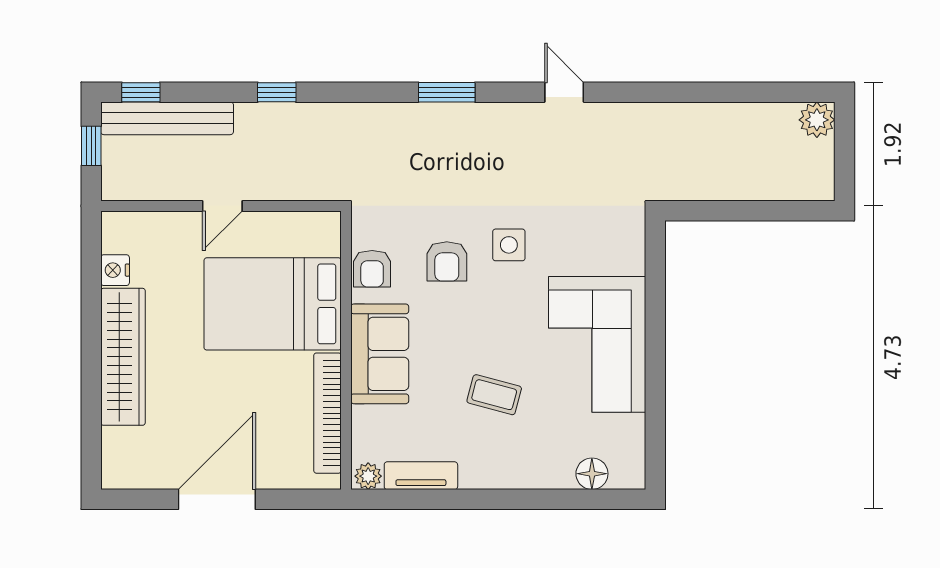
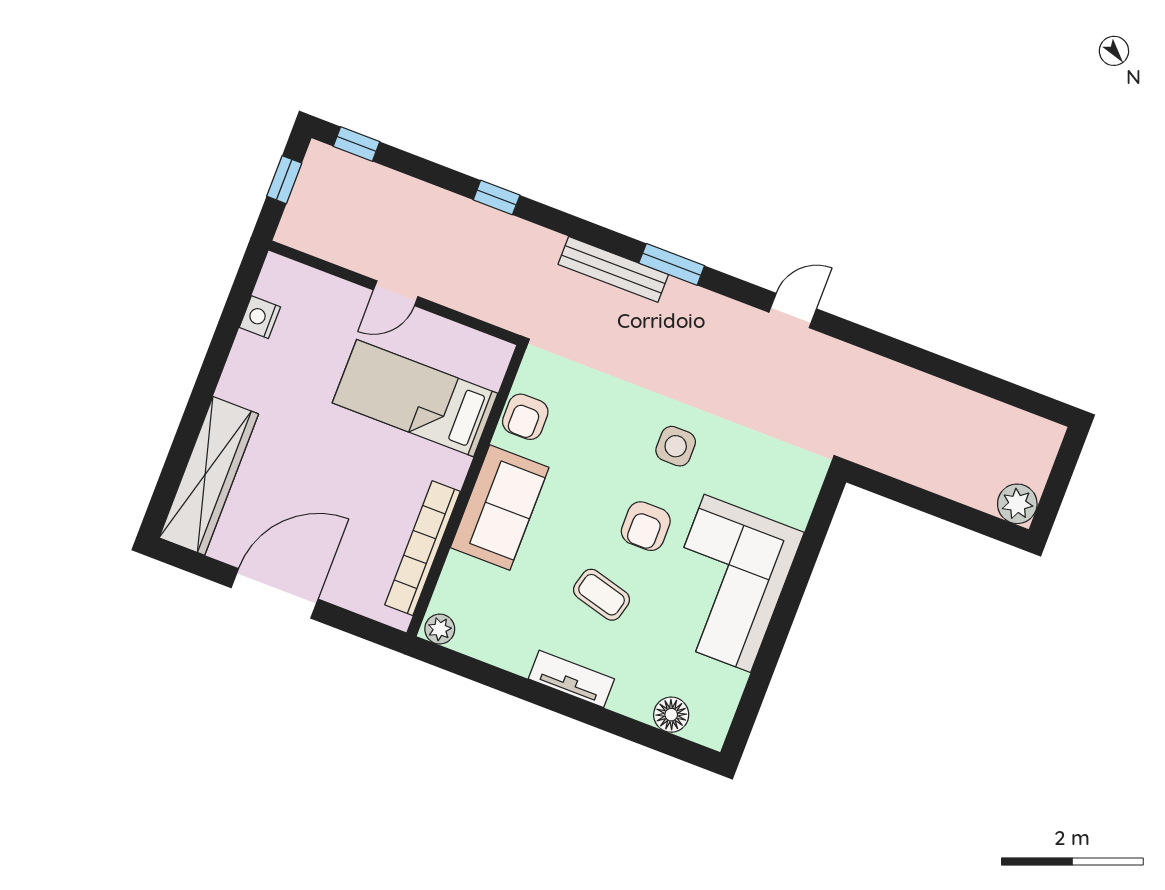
door: (564, 92) -> (793, 311), hinge flipped
bench: (167, 118) -> (613, 269), moved, width x0.73, depth x0.82
plant: (817, 120) -> (1017, 504), moved
armchair: (447, 261) -> (646, 526), moved
bed: (273, 304) -> (415, 398), width x0.67
wardrobe: (123, 357) -> (209, 476), moved
tv unit: (421, 476) -> (571, 679), moved

